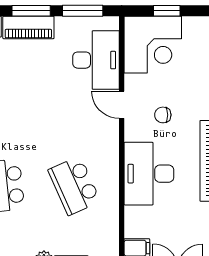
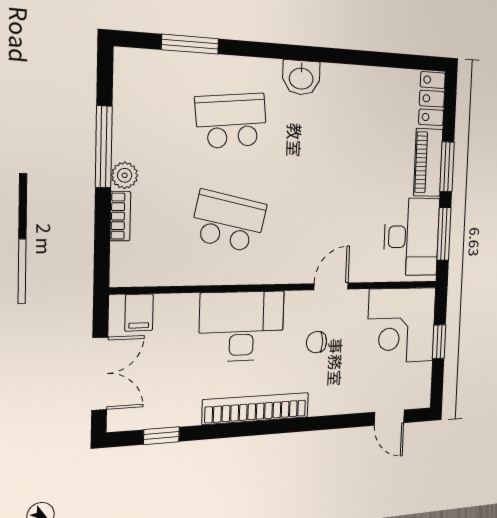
desk: (96, 60) -> (411, 237), moved, turned -90
chair: (163, 115) -> (317, 342), turned -90
school desk: (74, 186) -> (229, 221), turned 36

